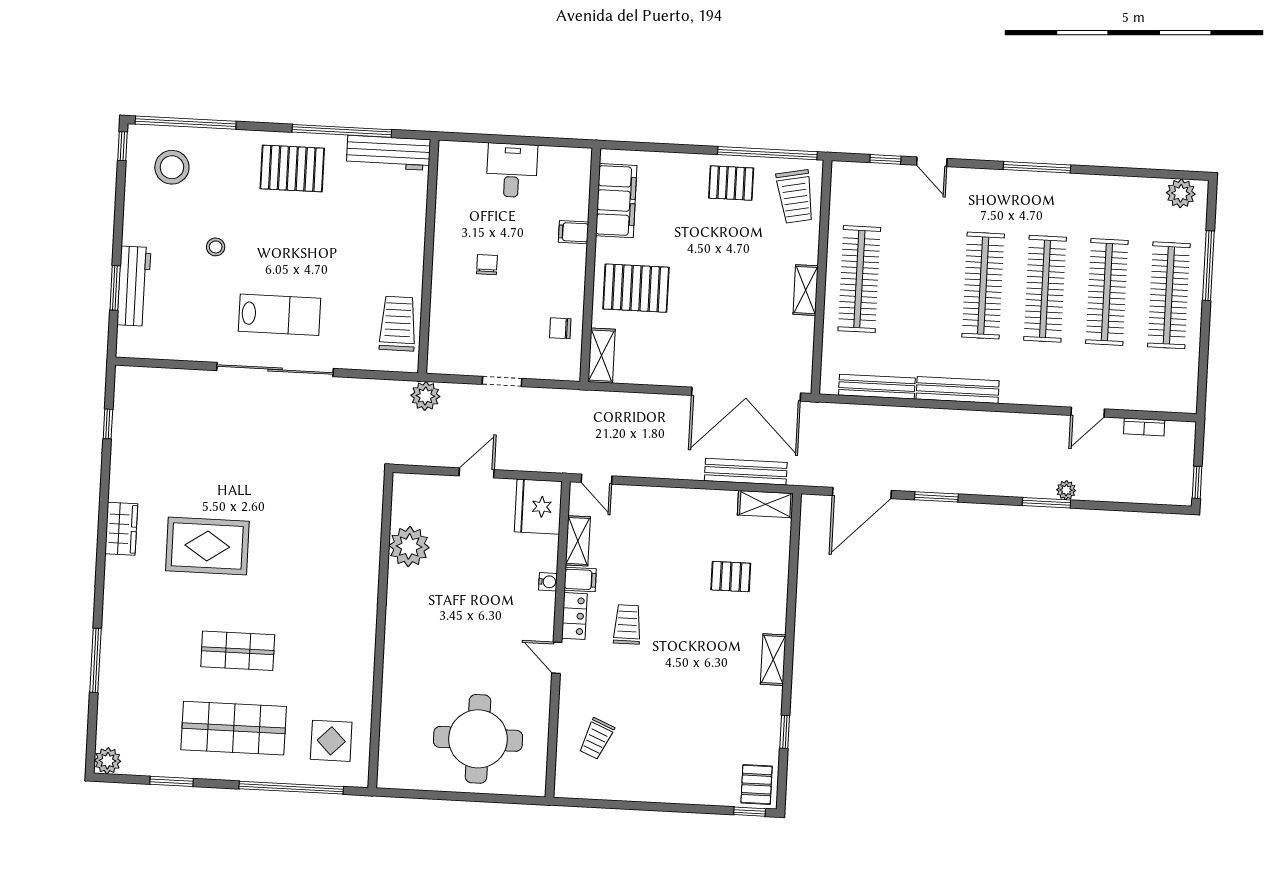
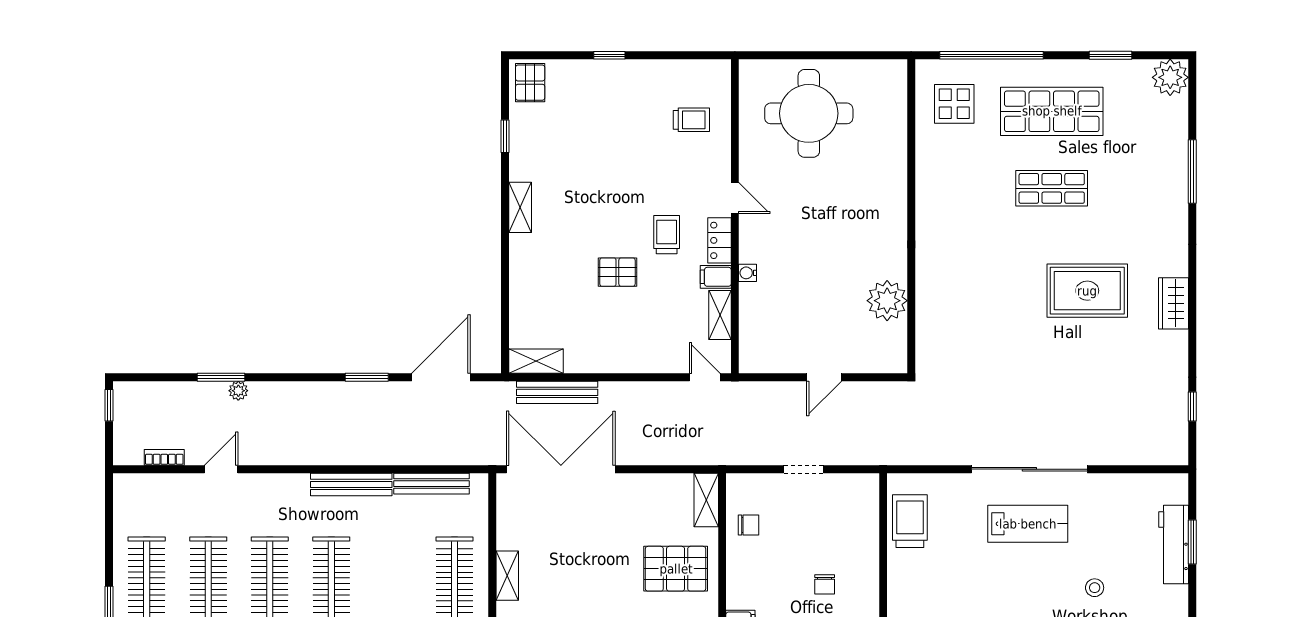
lab bench: (279, 315) -> (1028, 524), turned 180
trolley: (398, 324) -> (910, 521), turned 180
plant: (425, 396) -> (879, 451), removed
window: (1046, 503) -> (221, 377), moved
fridge: (538, 507) -> (761, 347), removed
pallet: (731, 577) -> (617, 272), moved
trolley: (627, 624) -> (667, 235), turned 180
trolley: (597, 739) -> (691, 120), turned 67
plant: (108, 761) -> (1170, 77), width x1.36, depth x1.36
window: (750, 812) -> (609, 55), moved

